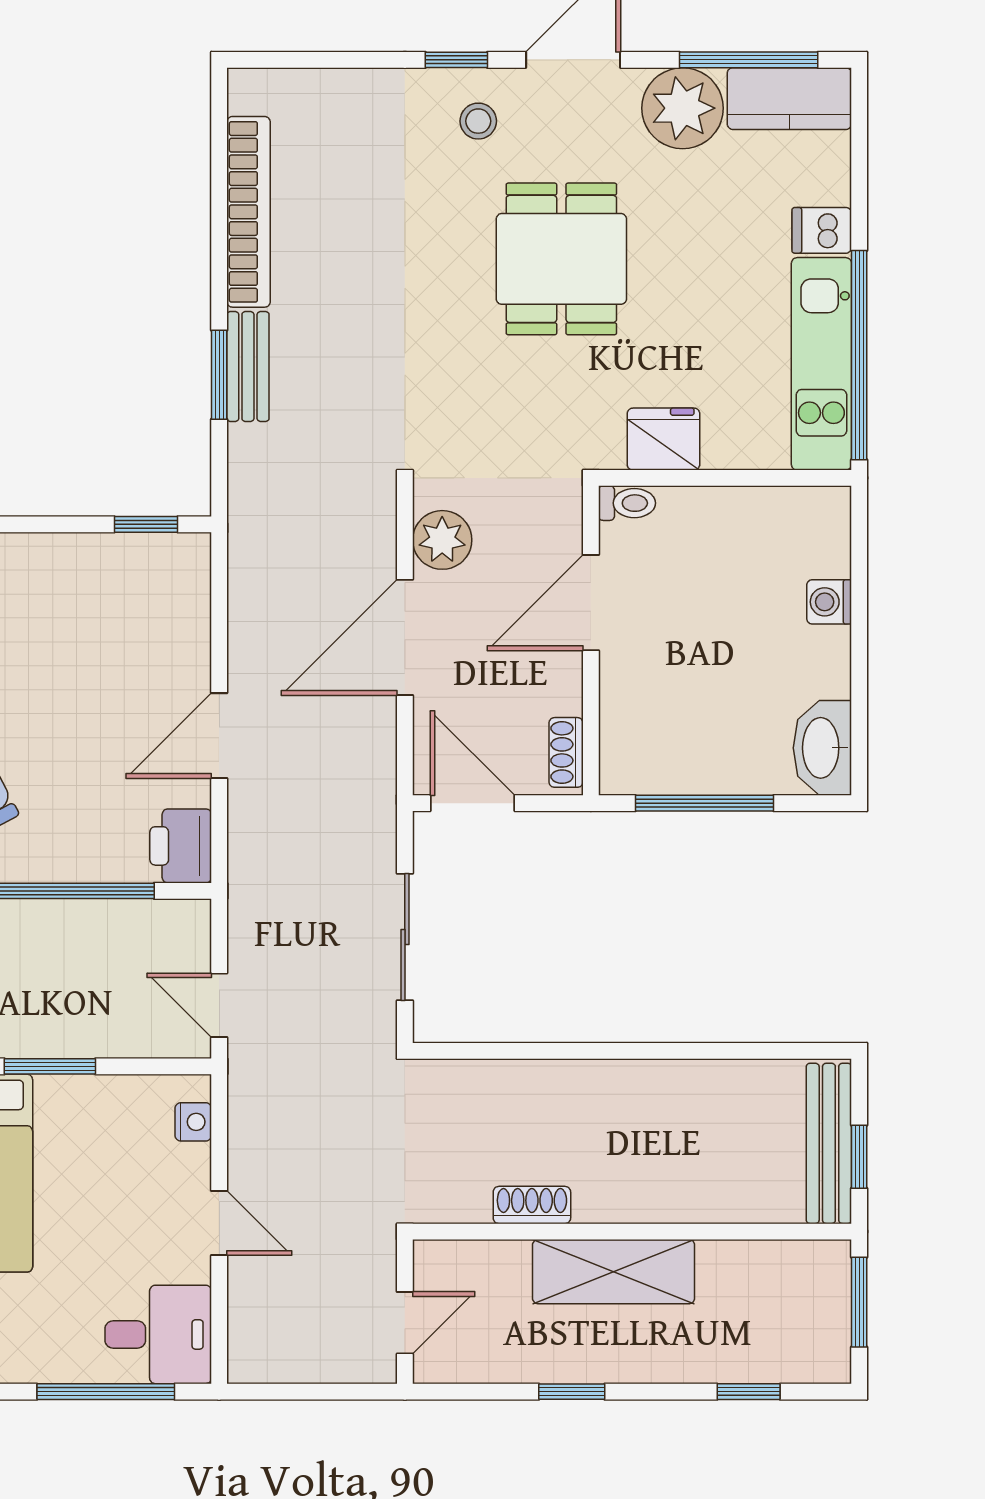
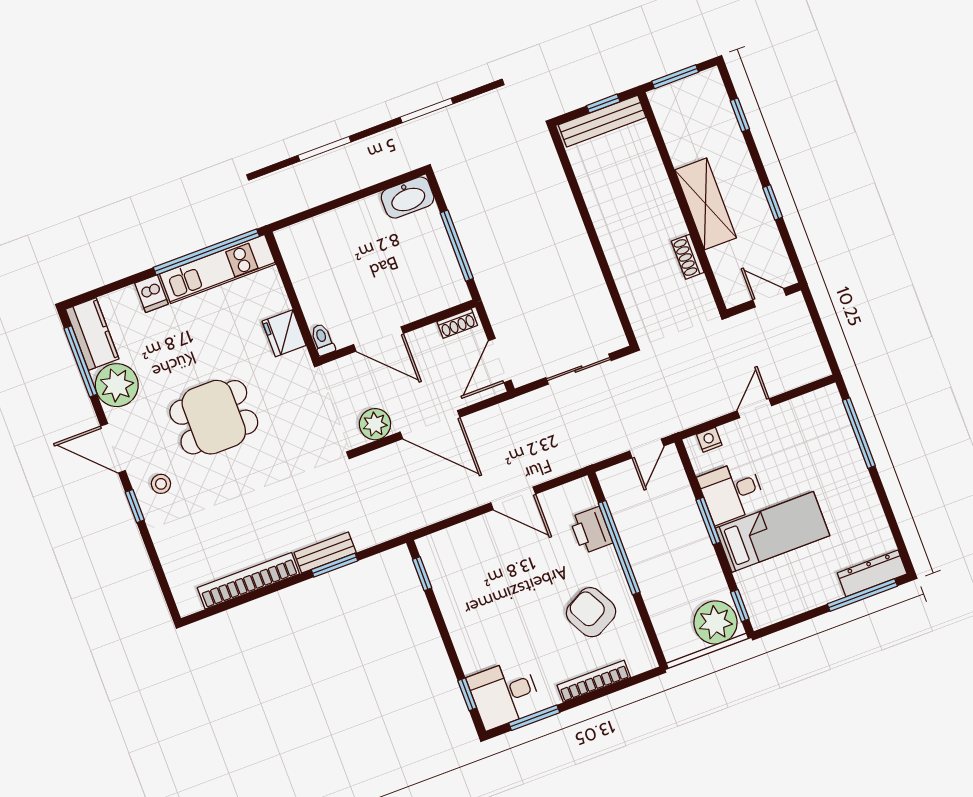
washing machine: (829, 602) -> (334, 221), removed
printer: (181, 846) -> (591, 530), moved, turned 90
desk: (158, 1334) -> (732, 492), moved, turned -90

